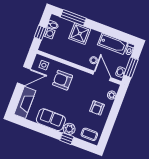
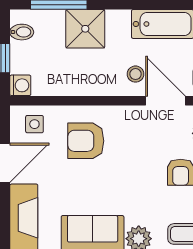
washing machine: (49, 33) -> (20, 85), moved

